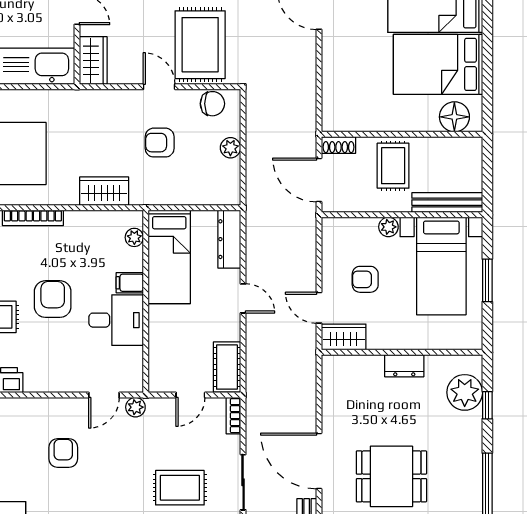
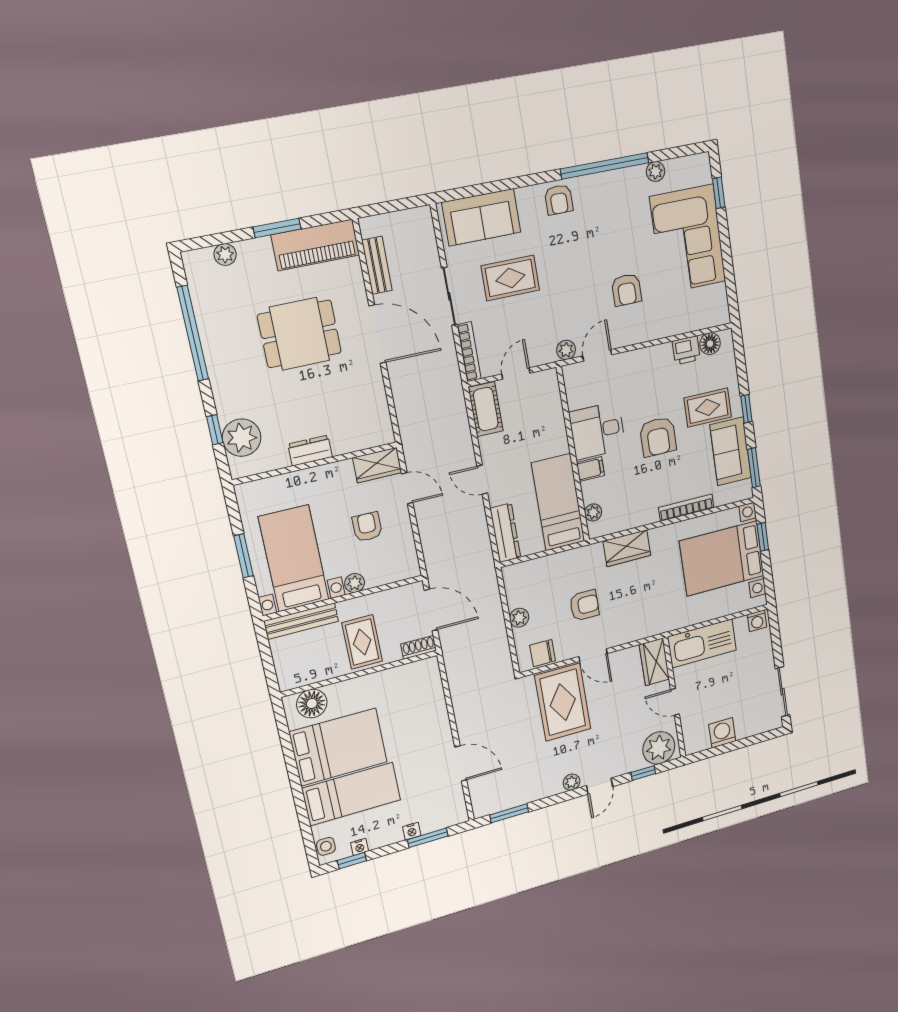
armchair: (365, 279) -> (367, 527), turned -90
bookcase: (233, 416) -> (469, 352), width x1.56

